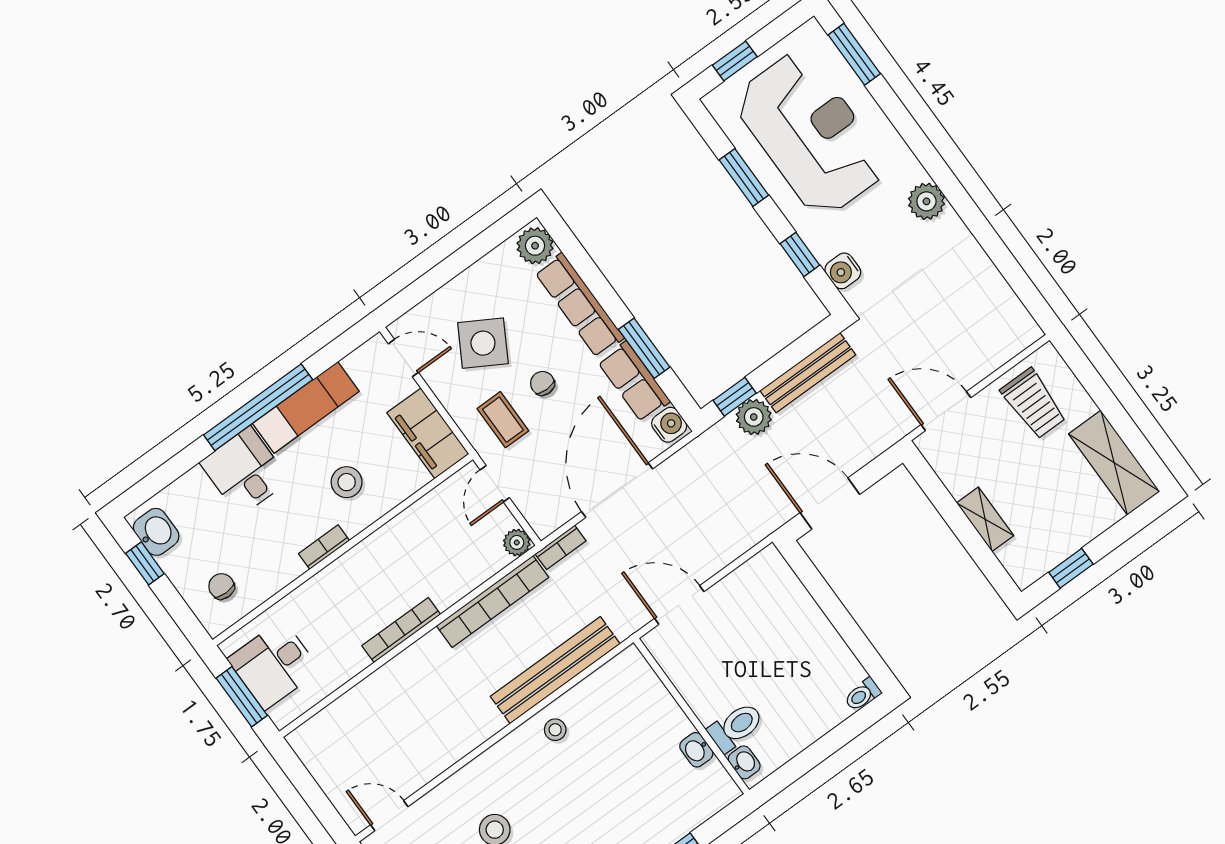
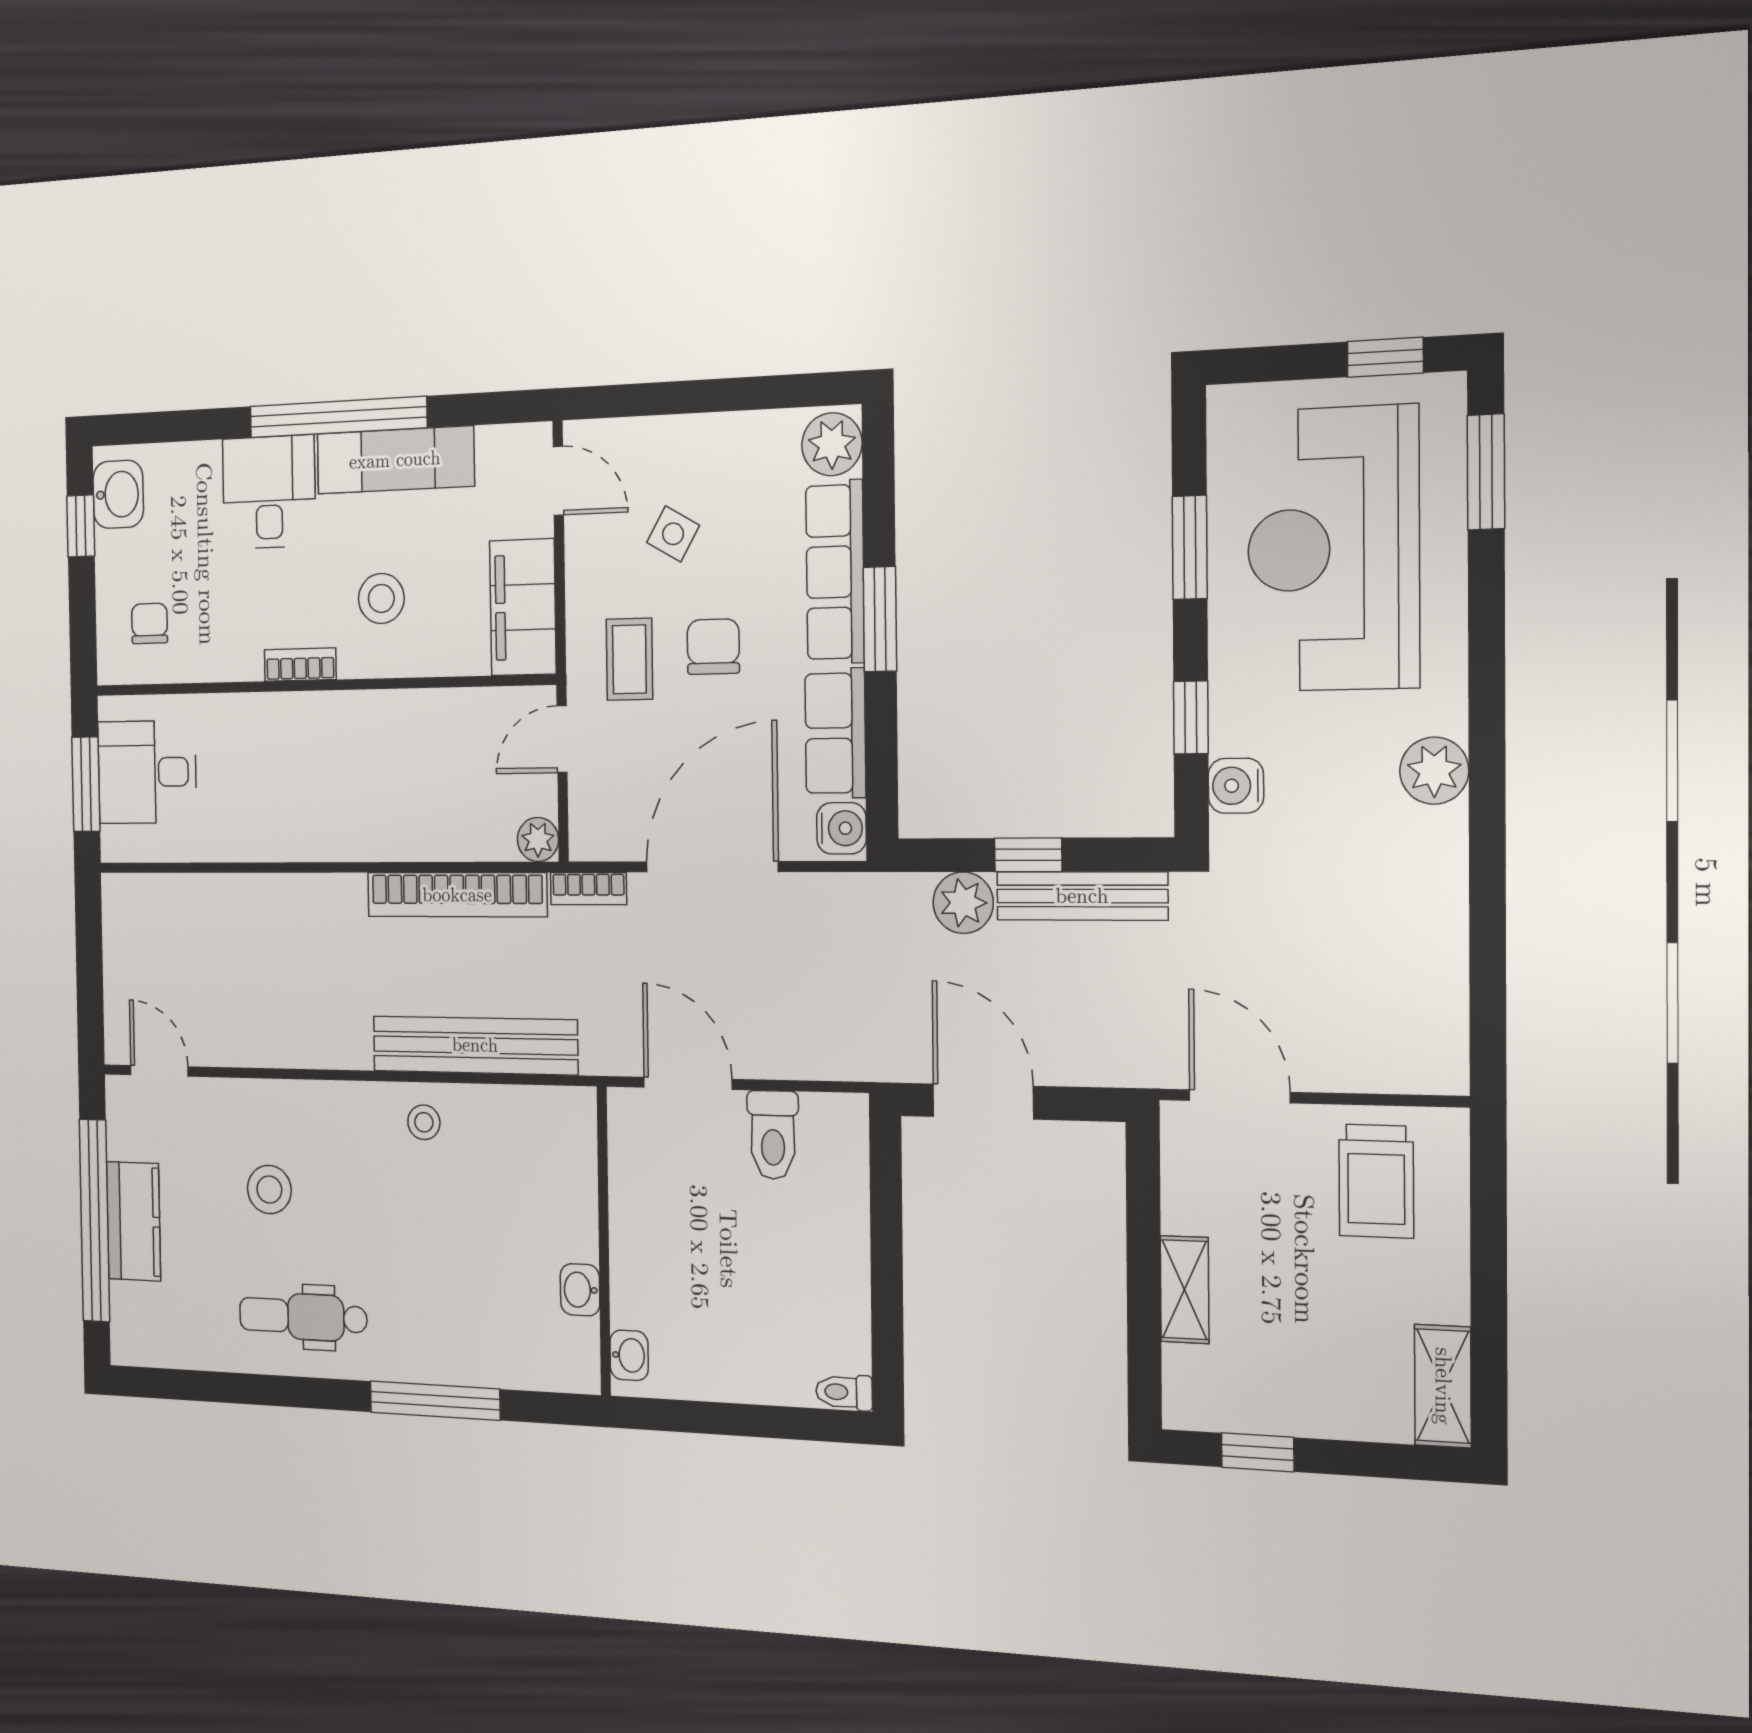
window: (735, 61) -> (1385, 357), moved
reception desk: (810, 134) -> (1333, 549), turned 180
side table: (483, 343) -> (673, 534), width x0.54, depth x0.54
window: (644, 348) -> (880, 619), moved
chair: (542, 383) -> (713, 647), width x1.37, depth x1.37
window: (735, 397) -> (1028, 855), moved
shelving: (1114, 463) -> (1443, 1386), width x0.67, depth x0.75
bookcase: (401, 630) -> (323, 845), removed
toilet: (736, 727) -> (773, 1135), moved, turned 90

